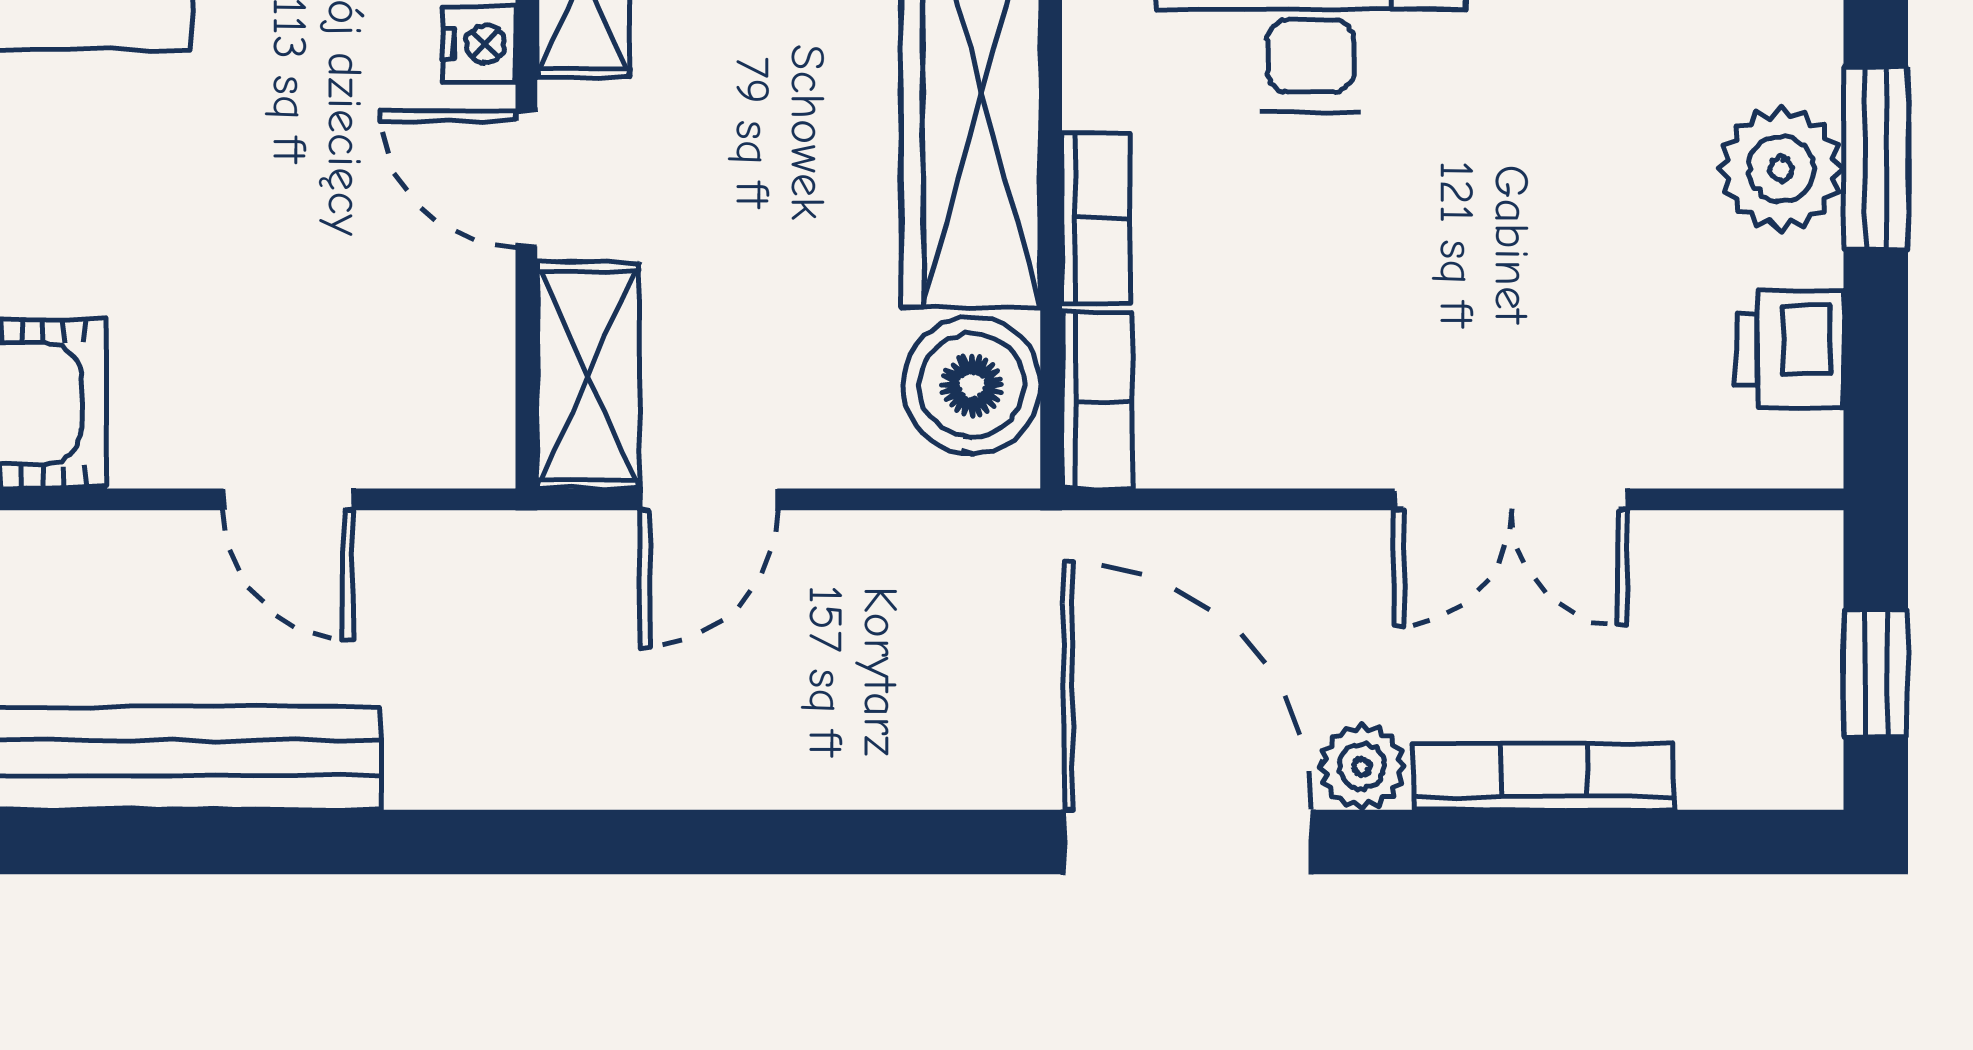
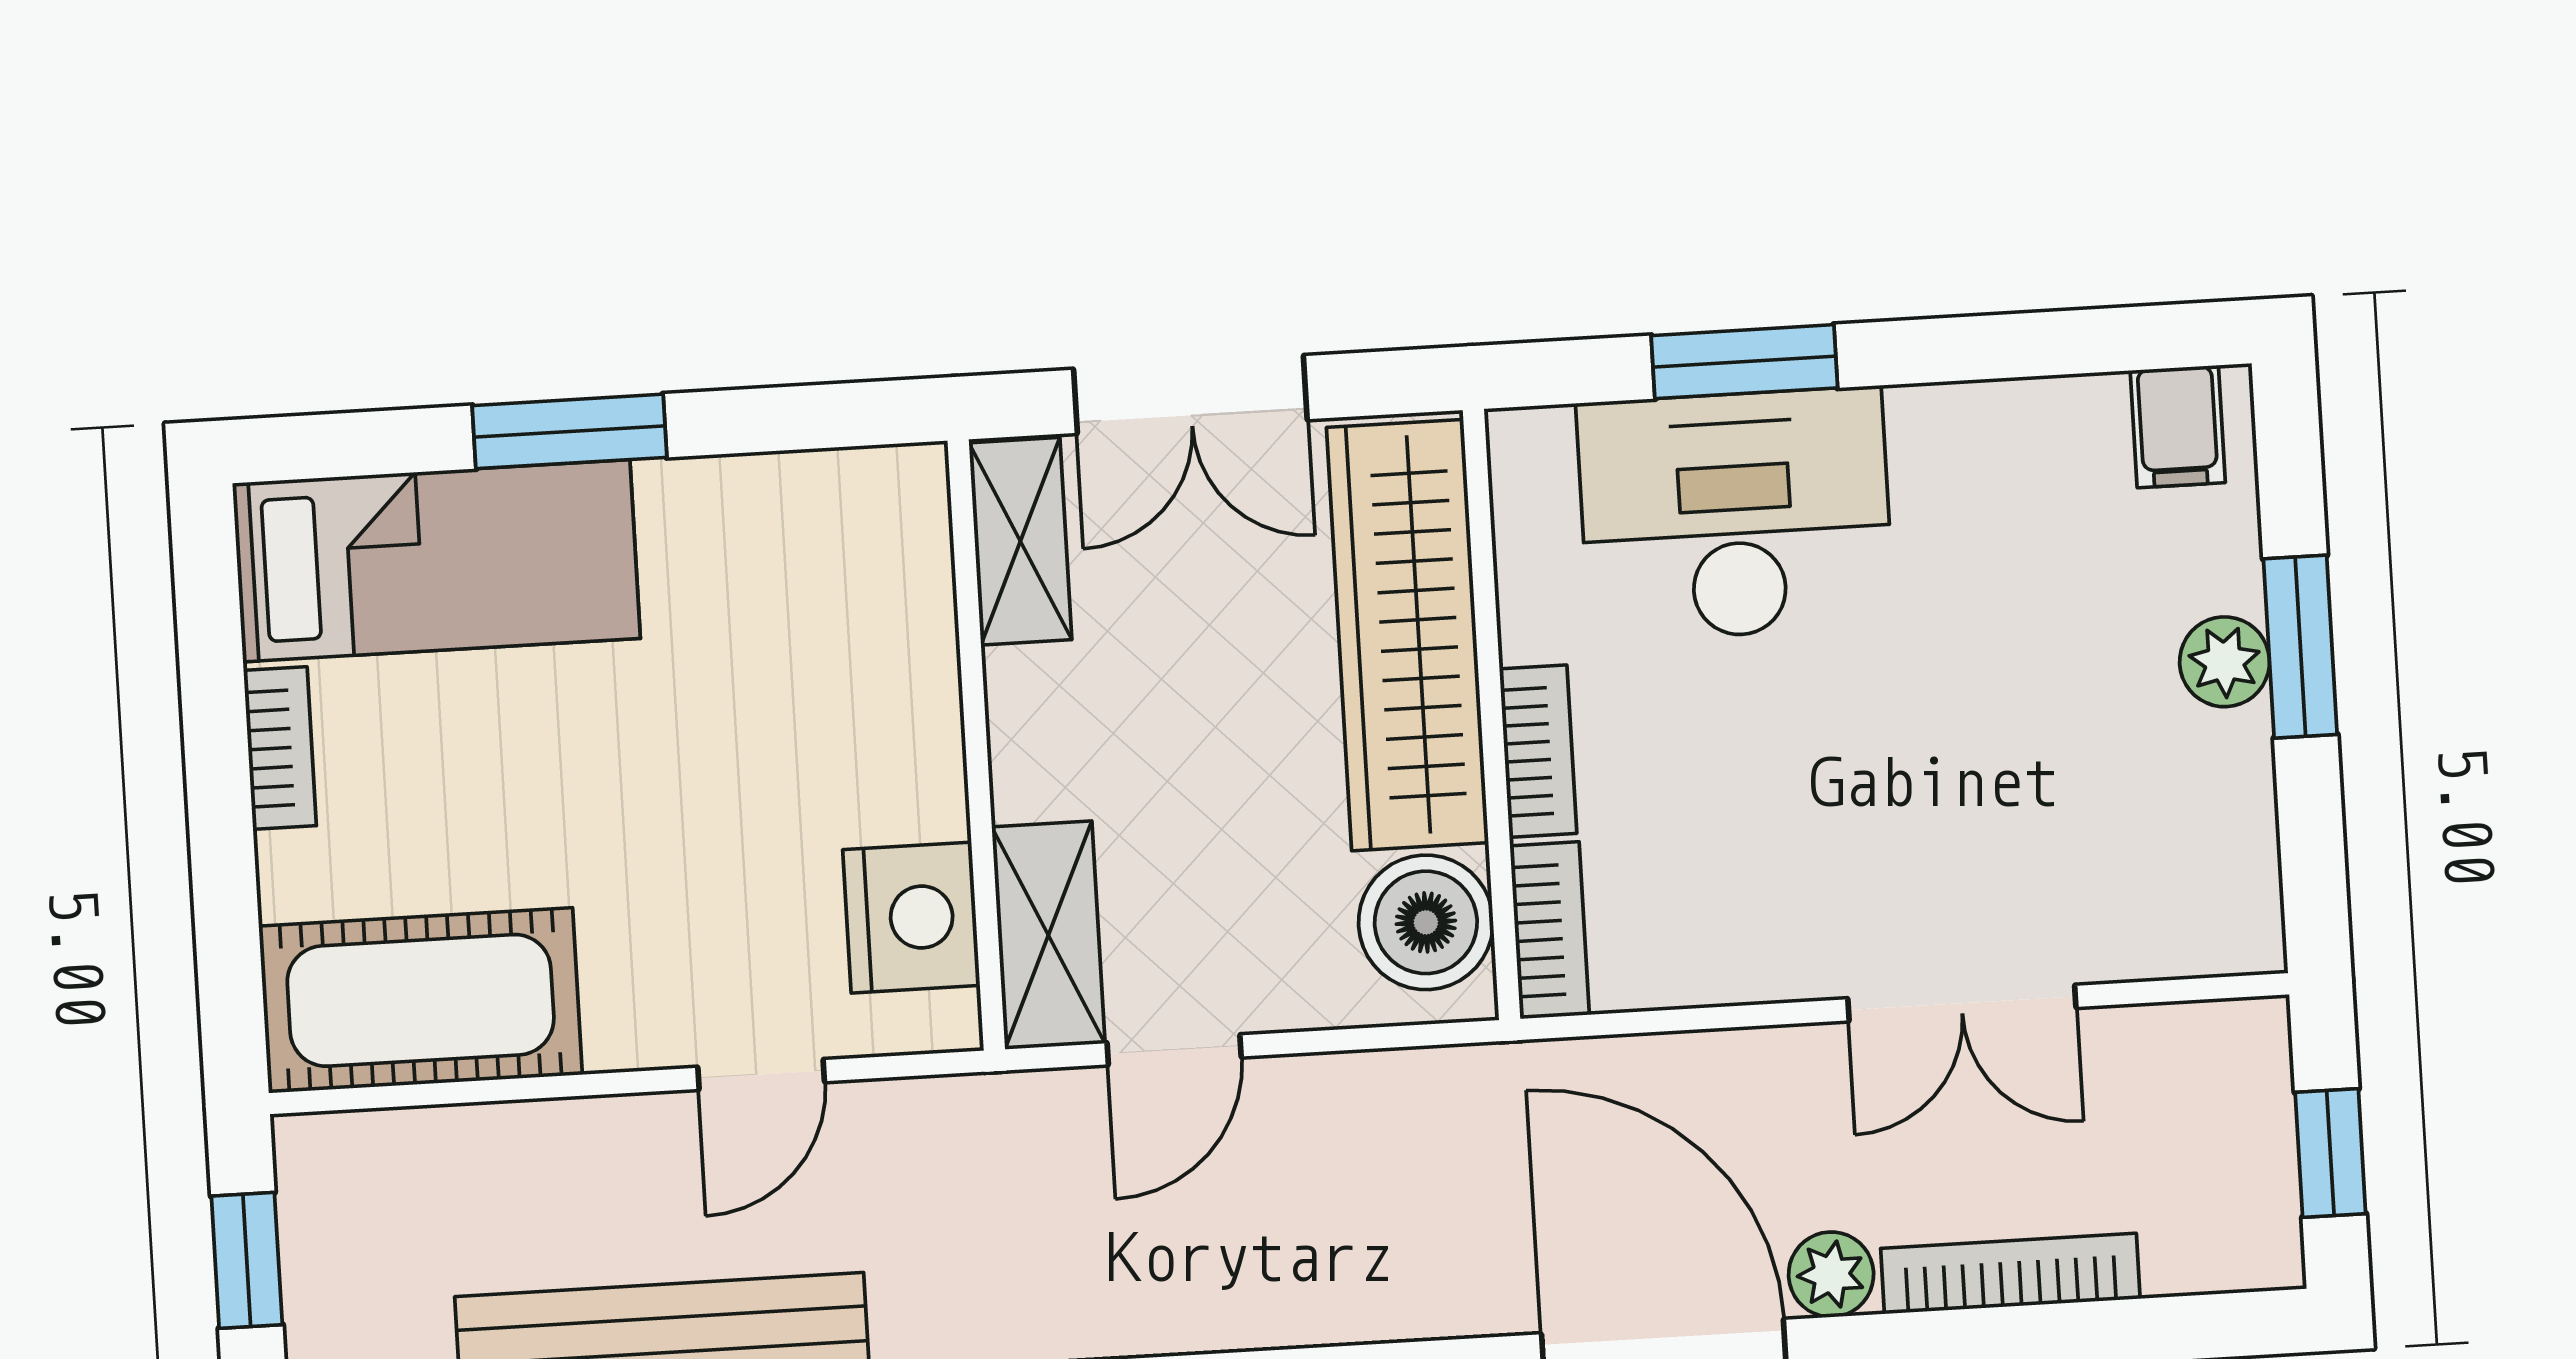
nightstand: (479, 44) -> (911, 918), moved, width x1.89, depth x1.79
plant: (1781, 169) -> (2225, 662), width x0.73, depth x0.73
door: (526, 179) -> (976, 746), removed
printer: (1790, 350) -> (2227, 840), removed
door: (288, 499) -> (761, 1074), hinge flipped

